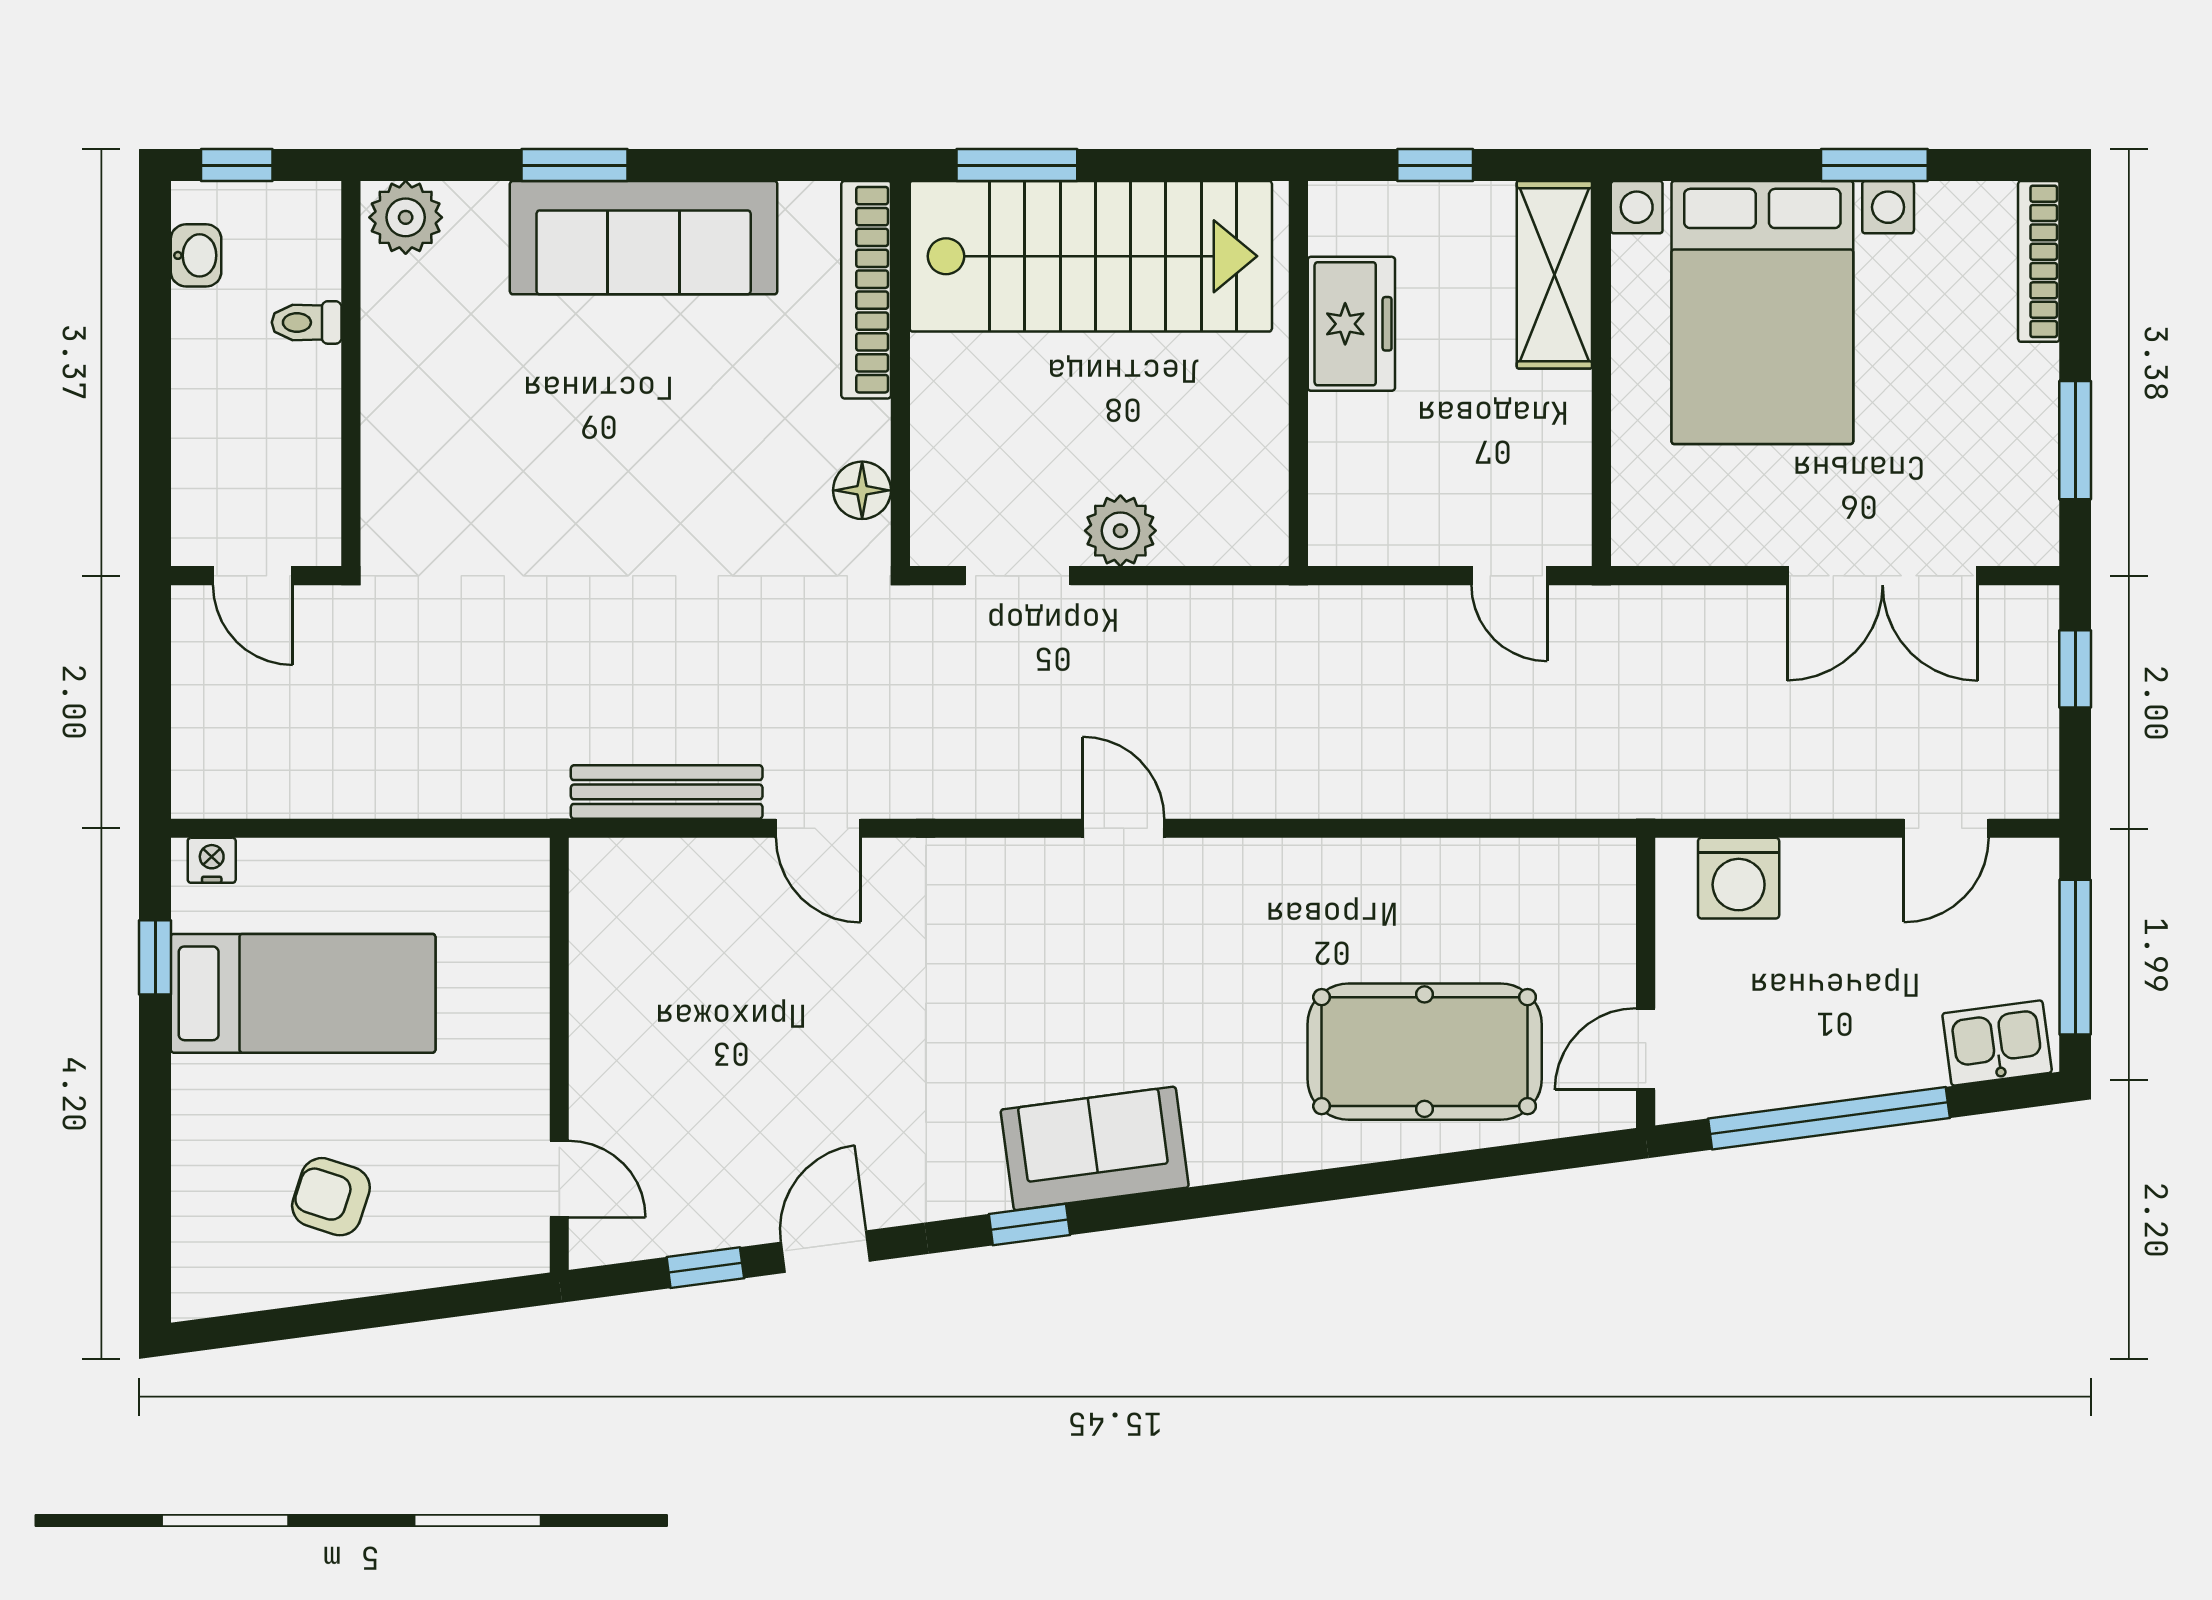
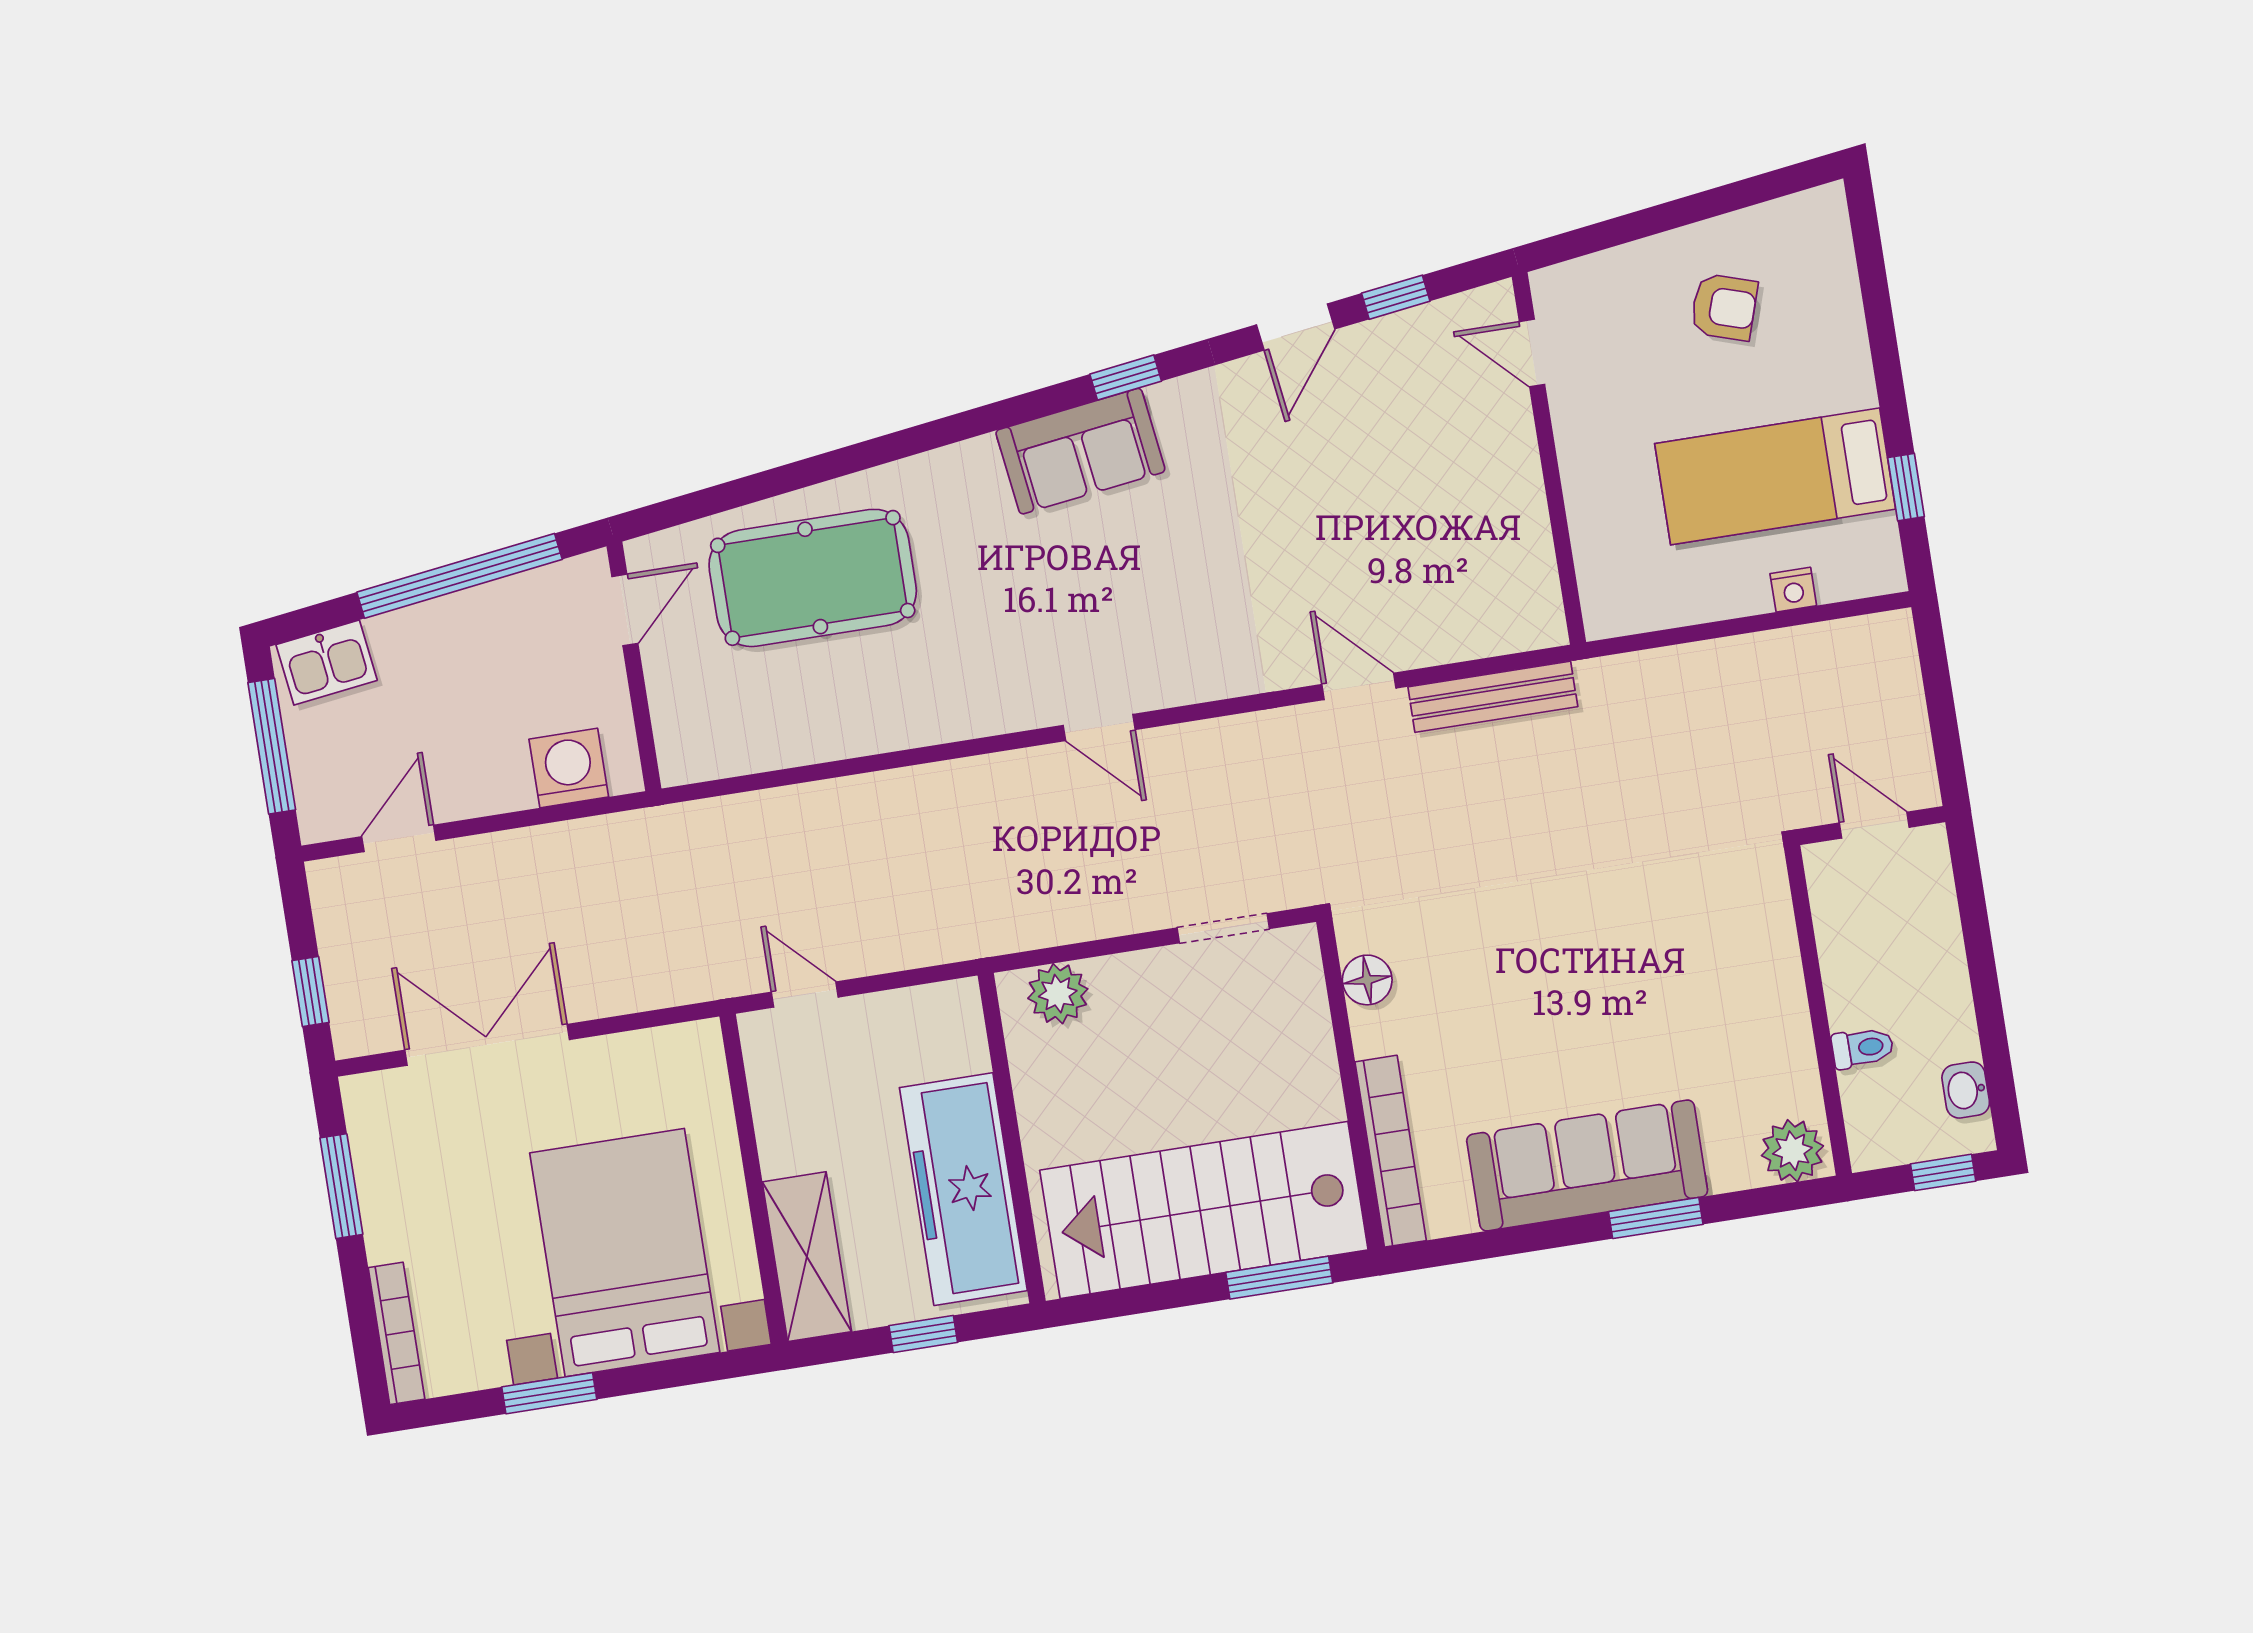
freezer: (1351, 324) -> (963, 1189), width x1.91, depth x1.26
plant: (1120, 531) -> (1058, 994), moved
nightstand: (212, 860) -> (1793, 590), moved

